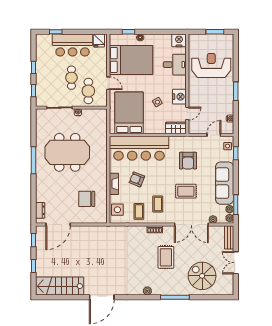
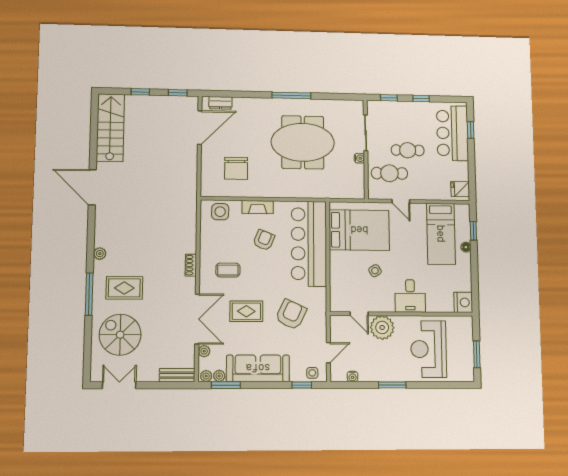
bar counter: (73, 45) -> (452, 133), moved
bed: (131, 60) -> (441, 234), width x0.67
desk: (175, 65) -> (410, 296), moved
reception desk: (211, 65) -> (429, 349), turned 180
door: (108, 83) -> (401, 201), hinge flipped
nightstand: (179, 97) -> (383, 303), removed
plant: (197, 98) -> (382, 327), added
wardrobe: (176, 128) -> (338, 297), removed
door: (214, 135) -> (328, 353), hinge flipped
meeting table: (67, 152) -> (303, 142), turned 90
armchair: (188, 161) -> (291, 314), turned 115
rug: (186, 191) -> (246, 311), turned 90
chair: (87, 199) -> (236, 168), turned 180
coffee table: (139, 211) -> (217, 242), removed
door: (58, 225) -> (200, 128), swing flipped
double door: (191, 225) -> (197, 319), swing flipped
rug: (166, 257) -> (124, 288), moved
double door: (236, 263) -> (119, 385), moved
spiral stairs: (202, 276) -> (120, 335), turned -90

